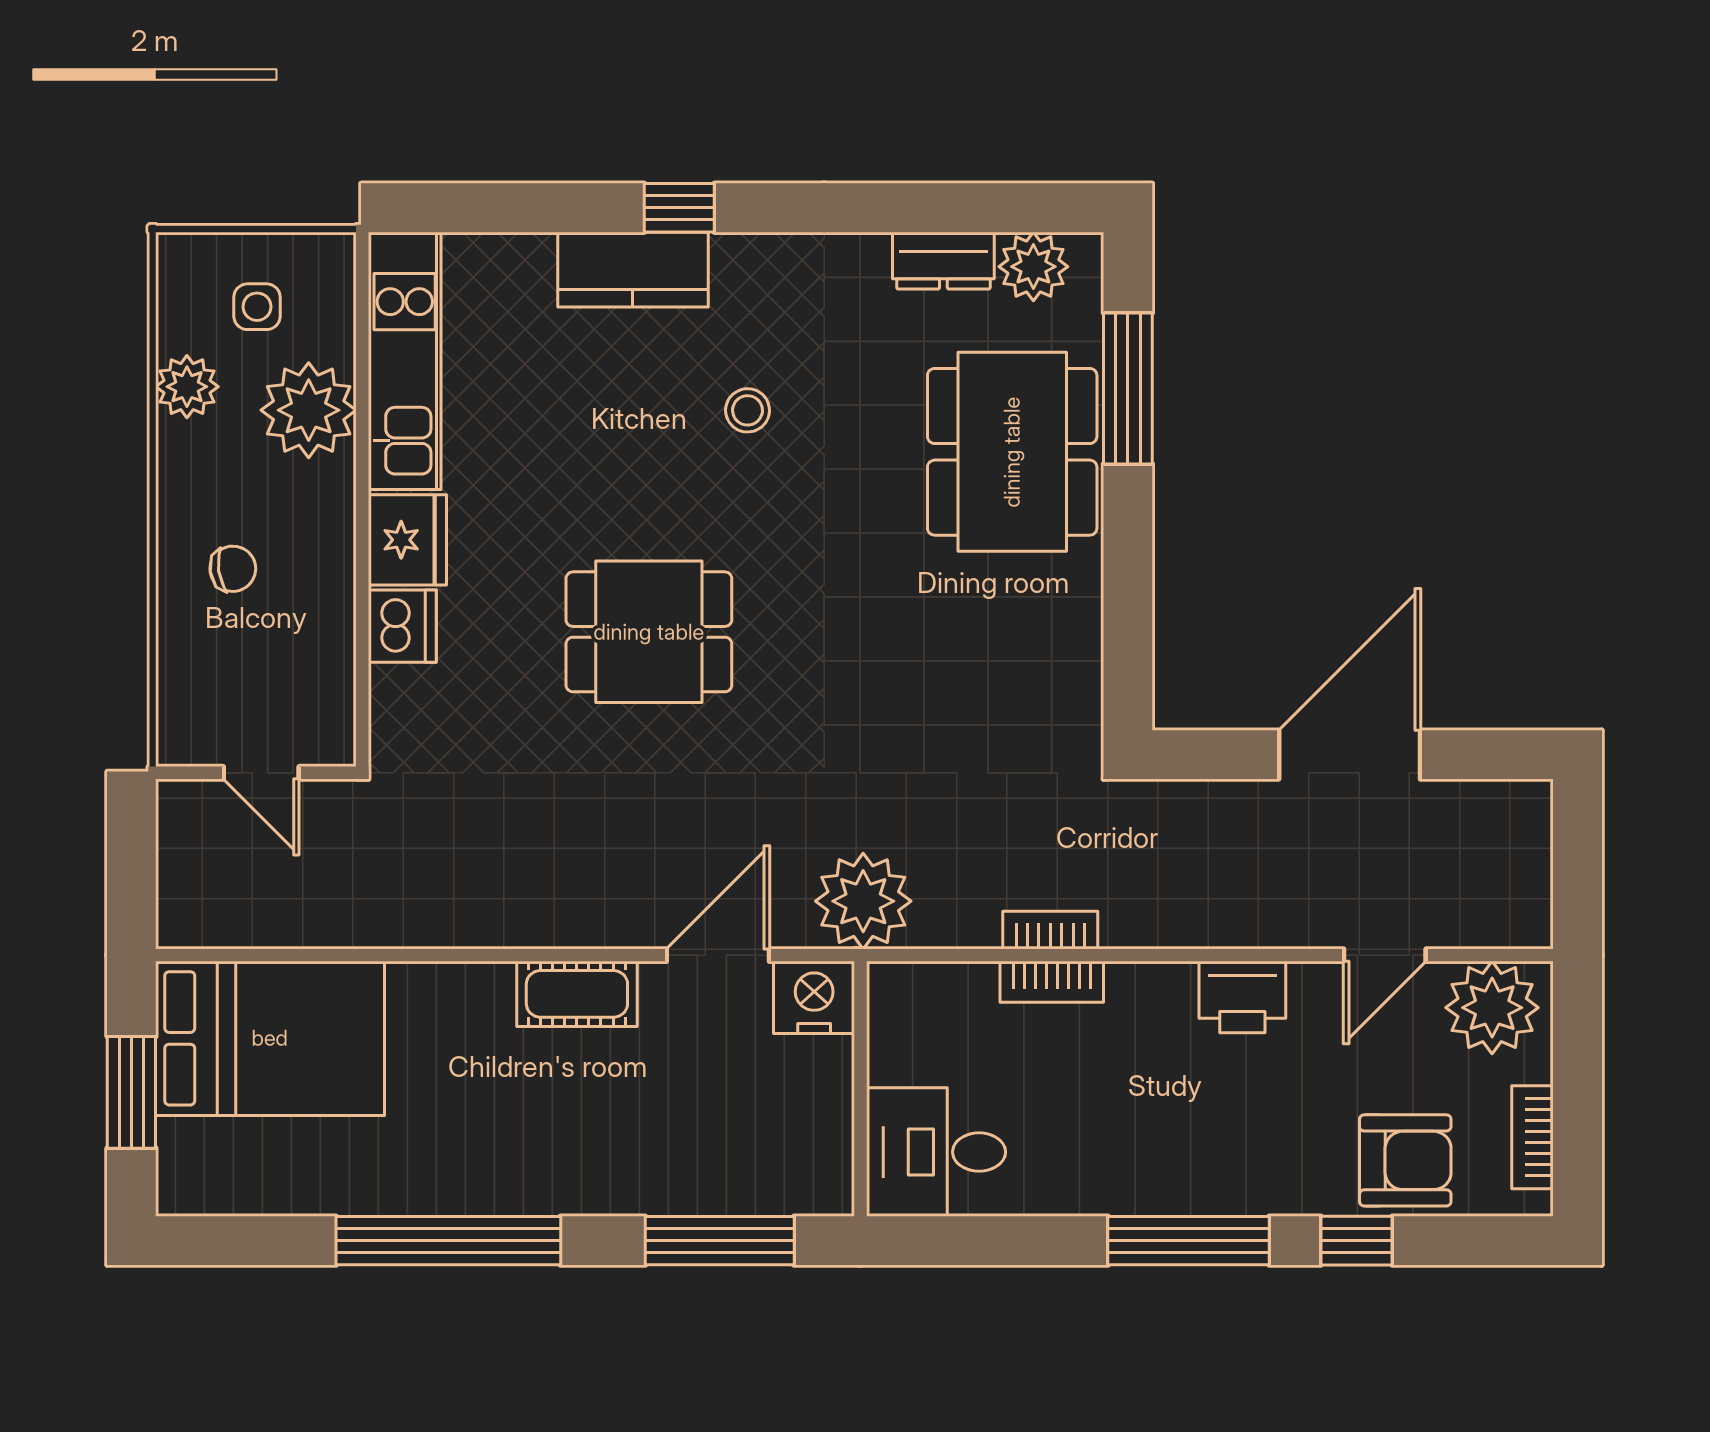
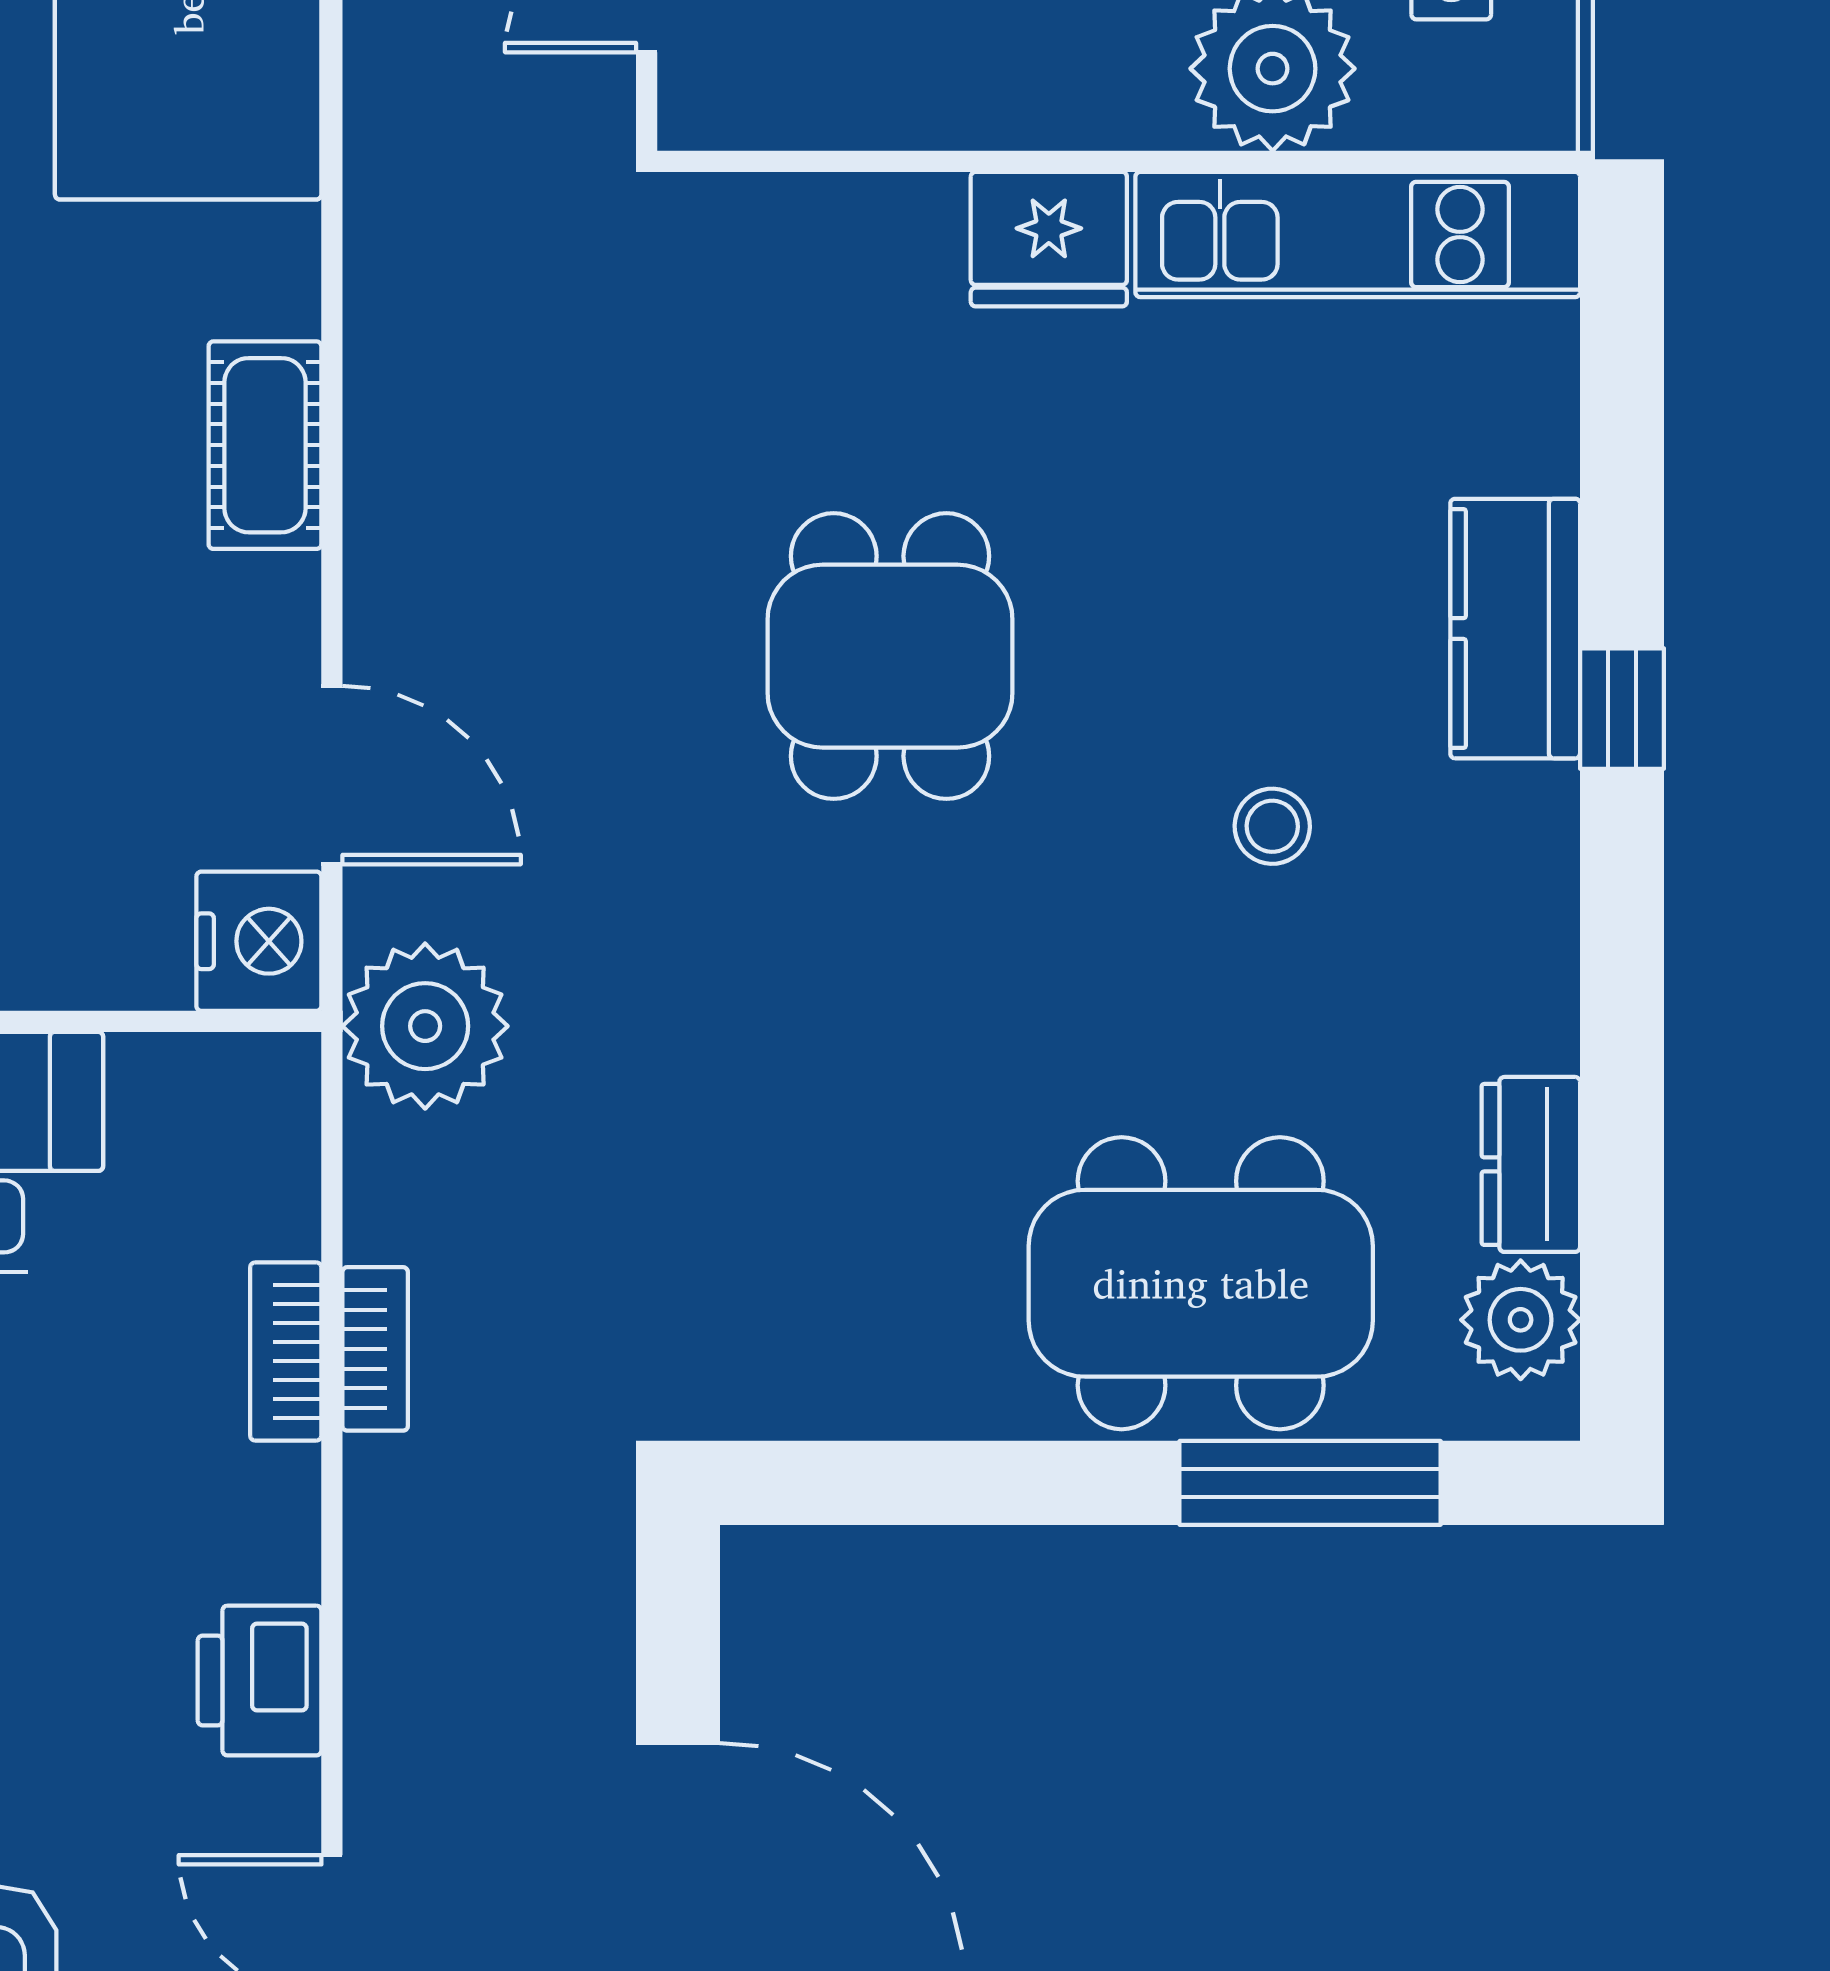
dishwasher: (402, 626) -> (900, 230), removed
cot: (577, 994) -> (265, 445), moved

